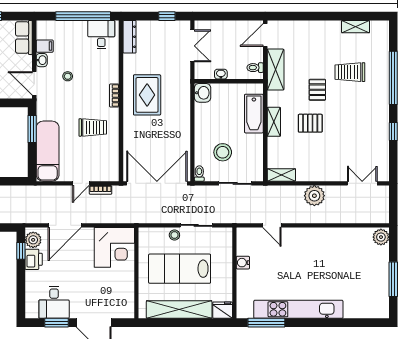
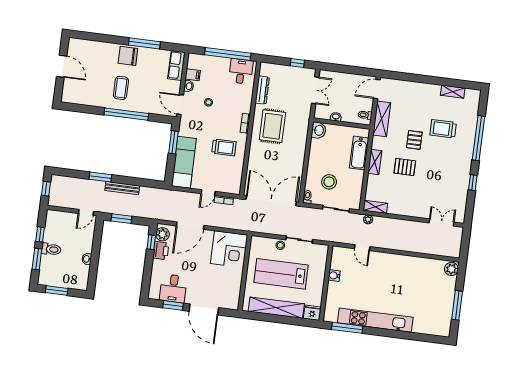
dresser: (130, 37) -> (262, 90), moved
plant: (314, 196) -> (368, 219), moved, width x0.53, depth x0.53

